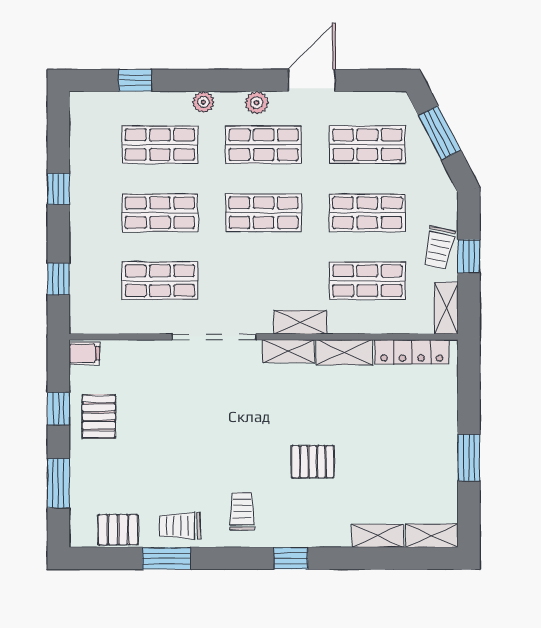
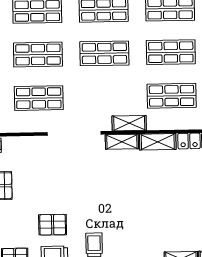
pallet: (313, 462) -> (53, 225), moved

